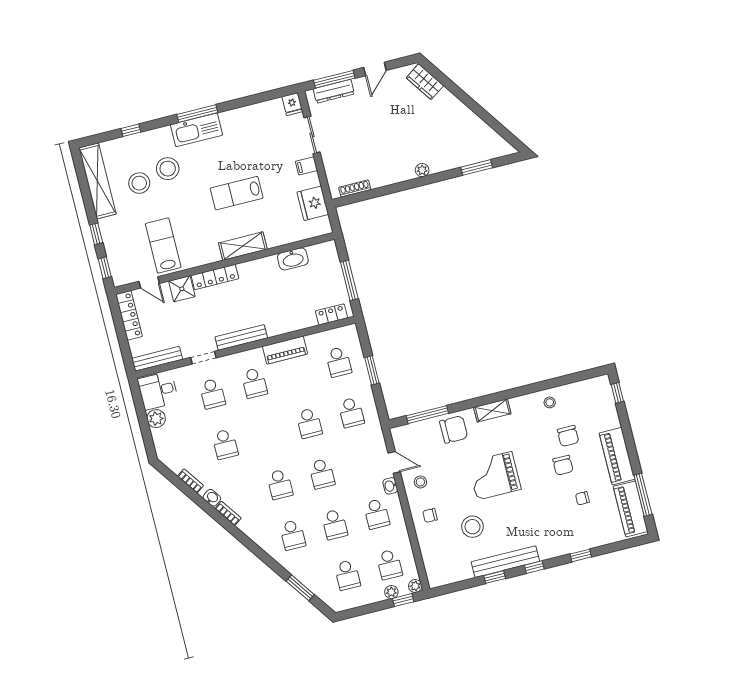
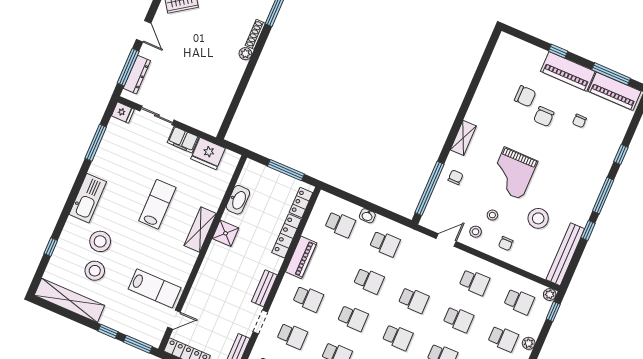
window: (197, 114) -> (96, 143), moved
filing cabinet: (306, 166) -> (183, 140), width x2.00
shoe rack: (355, 188) -> (255, 34), moved
lab bench: (237, 193) -> (157, 204), turned 180
lab bench: (163, 246) -> (155, 288), turned 180
window: (105, 268) -> (138, 344), width x1.50
locker: (215, 277) -> (287, 236), moved, turned 180
shower: (182, 289) -> (225, 233), moved
bench: (241, 337) -> (264, 288), width x0.73
window: (372, 370) -> (365, 204), removed
window: (617, 393) -> (558, 51), moved
stool: (550, 402) -> (492, 215), moved
window: (427, 415) -> (430, 188), width x1.46
chair: (454, 429) -> (455, 177), width x0.54, depth x0.54
school desk: (267, 434) -> (353, 318), added
chair: (563, 465) -> (544, 117), turned 90
washbasin: (390, 486) -> (367, 216), moved
bench: (505, 562) -> (565, 254), moved
window: (534, 567) -> (603, 196), width x2.17
plant: (391, 592) -> (529, 343), moved

